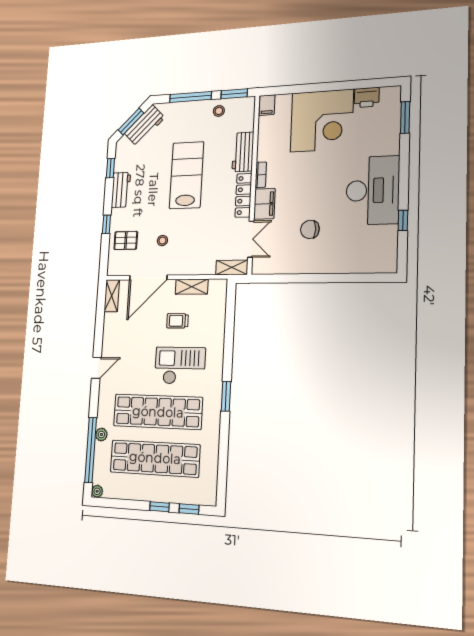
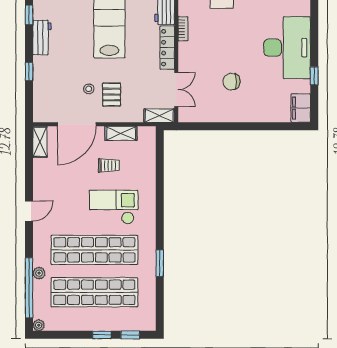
filing cabinet: (264, 204) -> (301, 108), moved, turned 180
pallet: (126, 240) -> (112, 95), moved, turned 90
trolley: (177, 321) -> (109, 165), turned 180
window: (226, 396) -> (160, 263), moved

